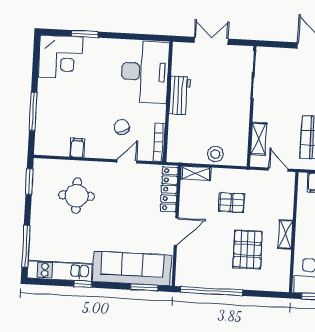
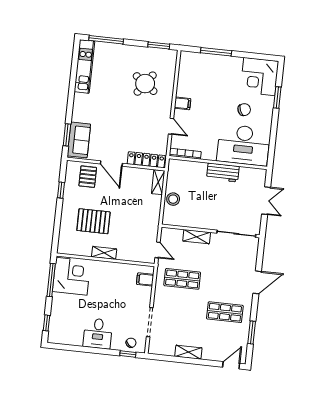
chair: (122, 127) -> (244, 110), moved
shelving: (259, 139) -> (197, 237), moved
filing cabinet: (77, 148) -> (183, 103), moved
door: (278, 170) -> (158, 250), hinge flipped
round table: (77, 196) -> (145, 84), turned 36
pallet: (232, 203) -> (88, 177), moved
sofa: (132, 268) -> (79, 140), width x0.54, depth x0.79
window: (83, 284) -> (72, 85), removed
window: (212, 291) -> (61, 190), width x0.32

